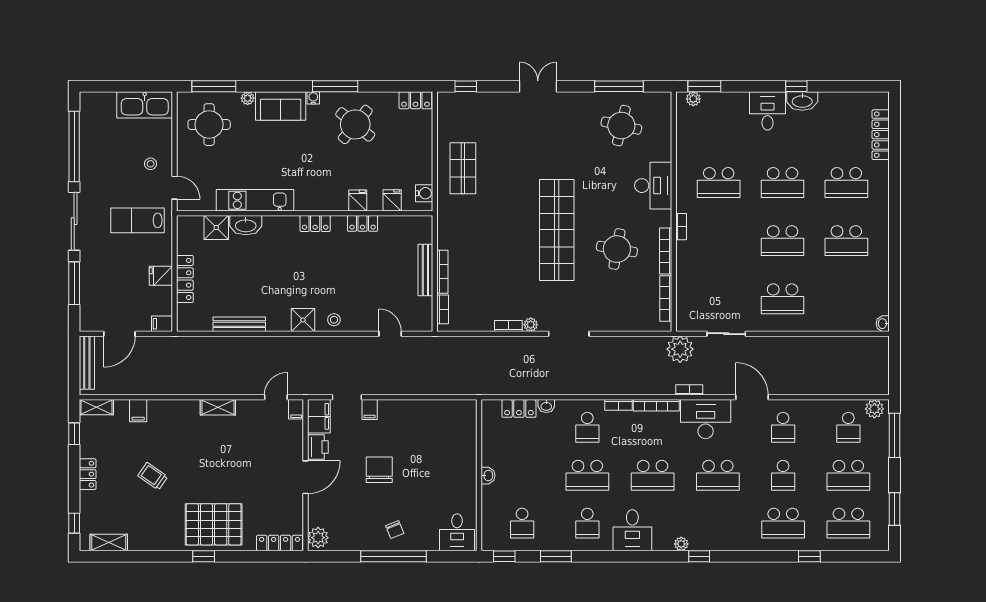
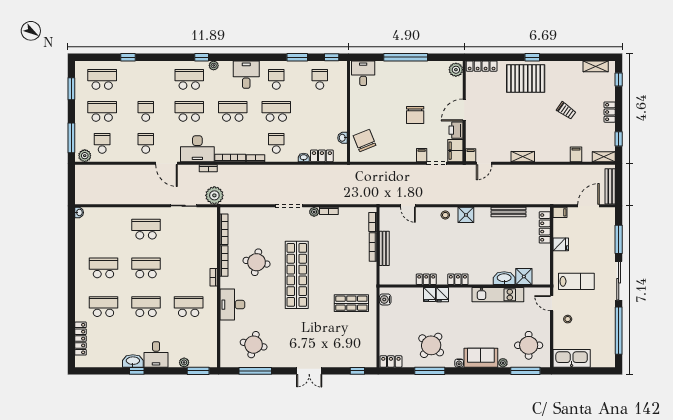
window: (335, 86) -> (430, 371), moved
plant: (693, 99) -> (184, 362), moved
shop shelf: (463, 168) -> (351, 303), moved, turned 90
fridge: (392, 200) -> (442, 295), moved
locker: (185, 279) -> (545, 227), moved
washbasin: (488, 476) -> (343, 138), moved
school desk: (783, 523) -> (189, 79), moved
chair: (395, 530) -> (365, 141), moved, width x1.87, depth x1.87

